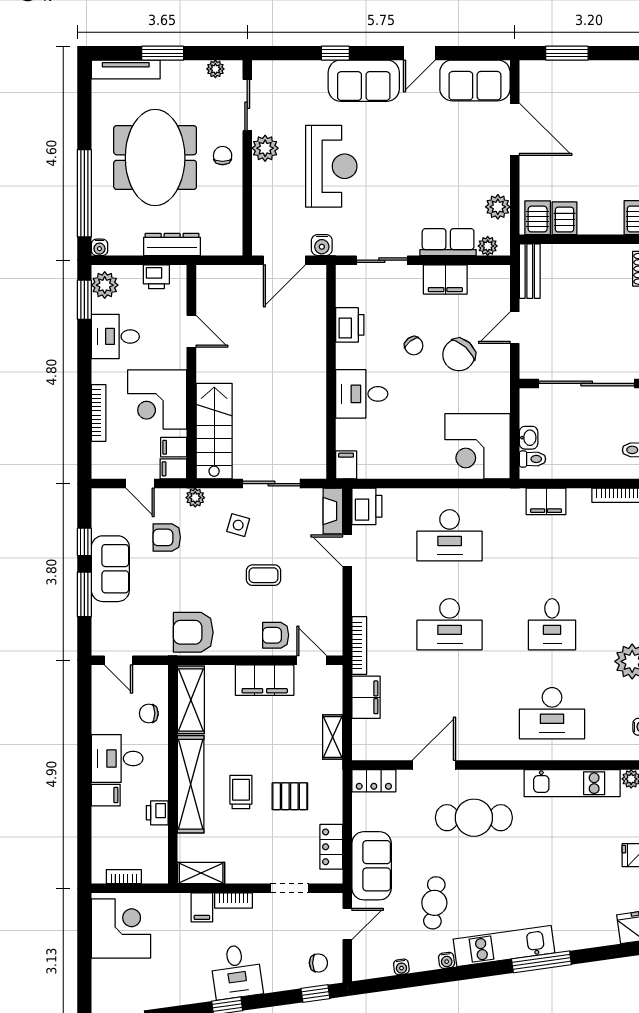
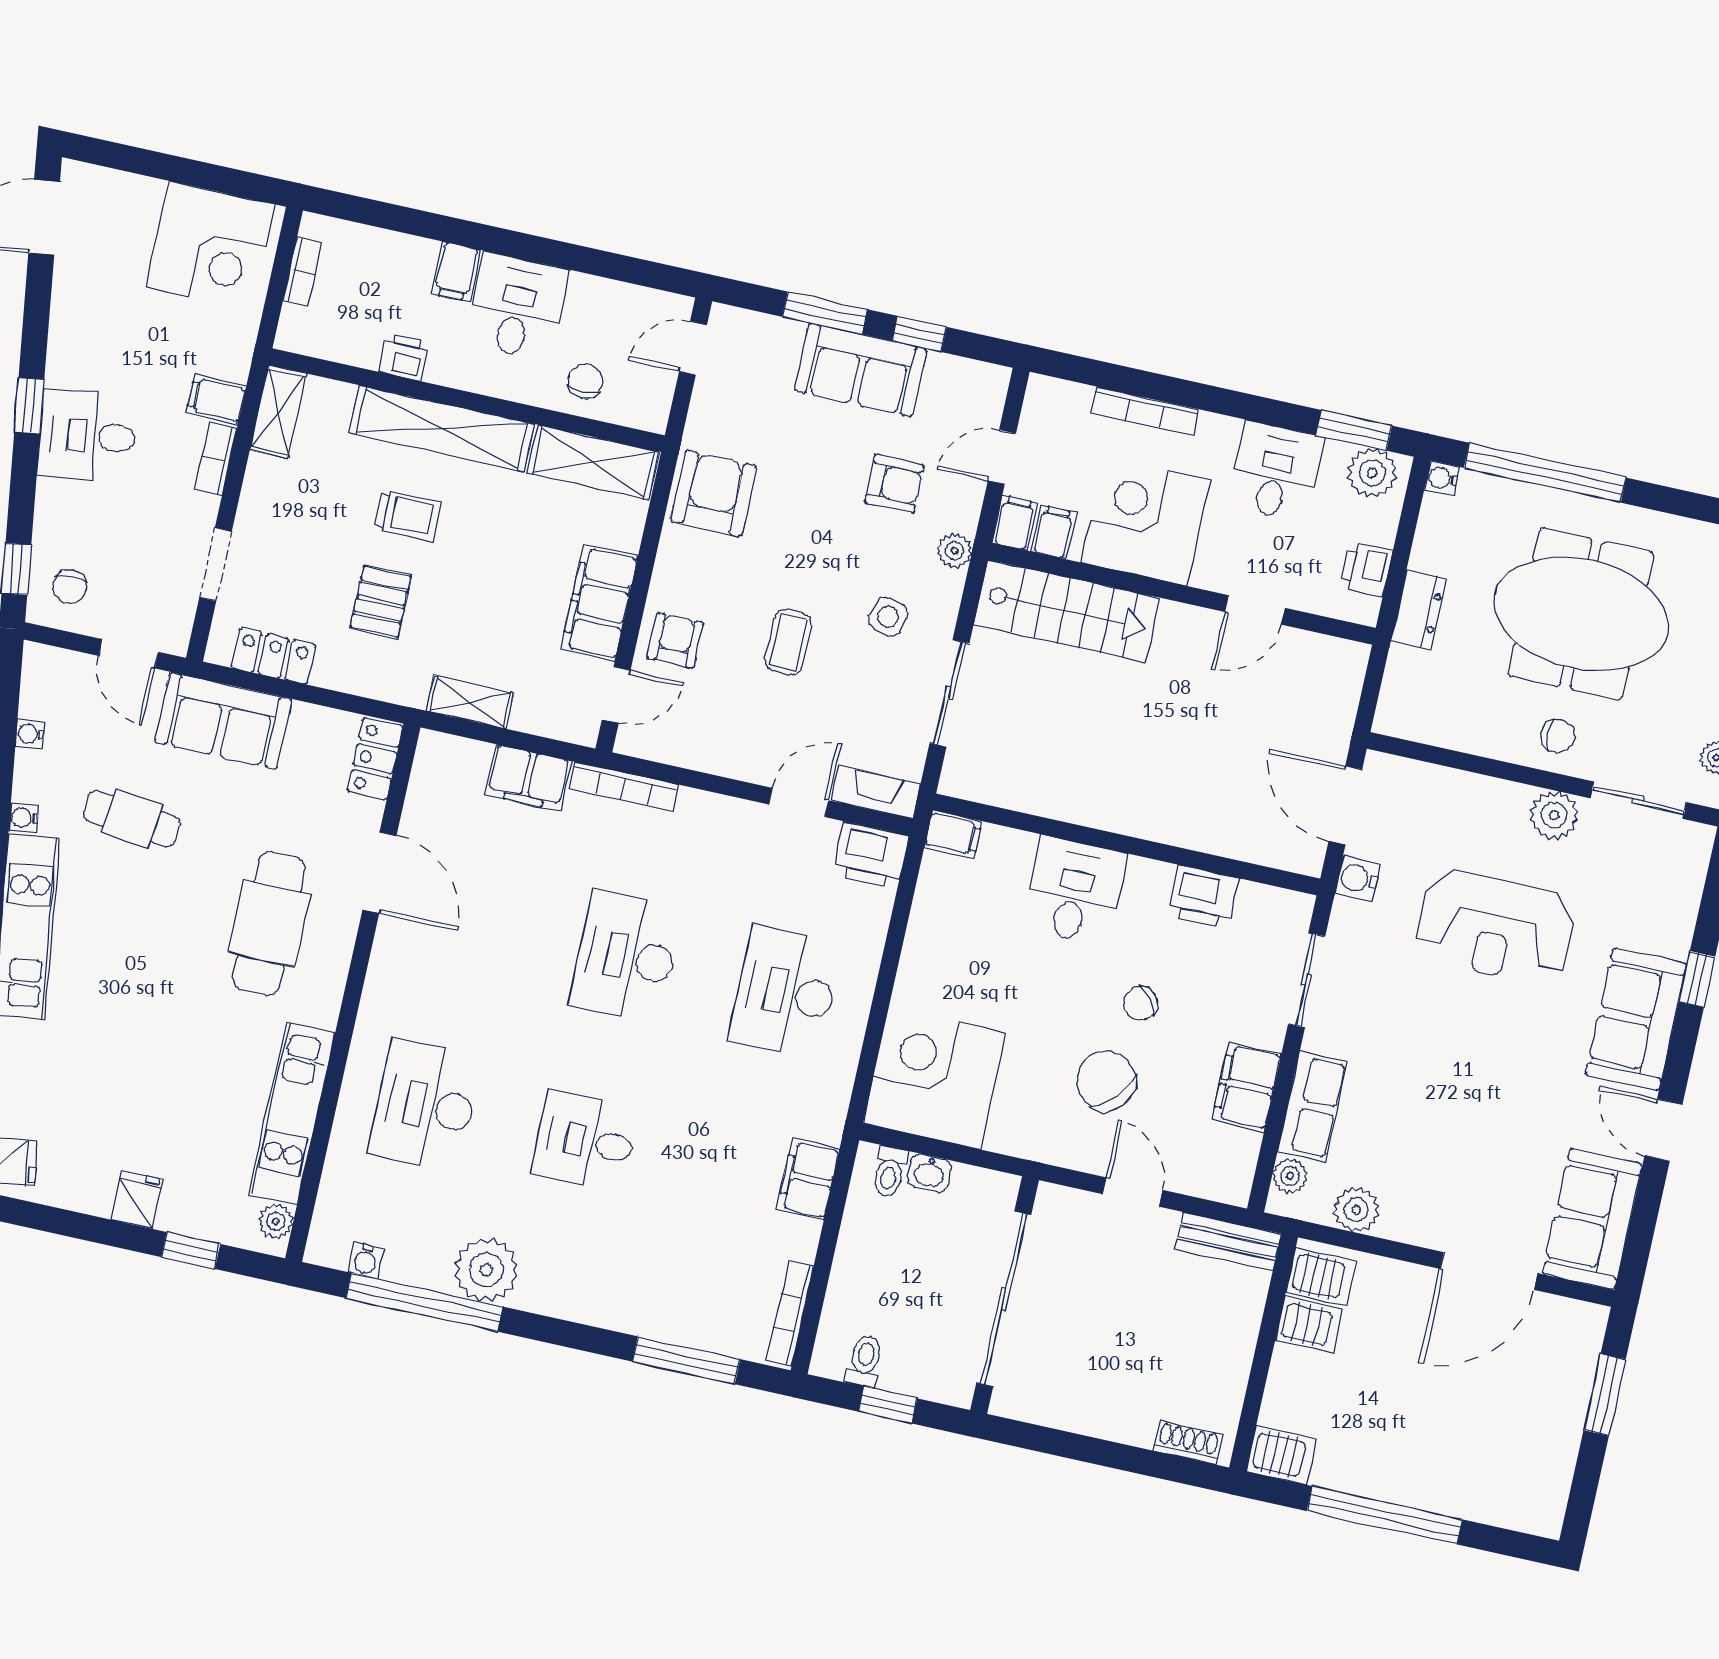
dresser: (172, 244) -> (1418, 610), width x0.70
armchair: (167, 537) -> (894, 484), turned 90

